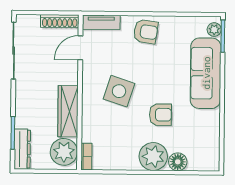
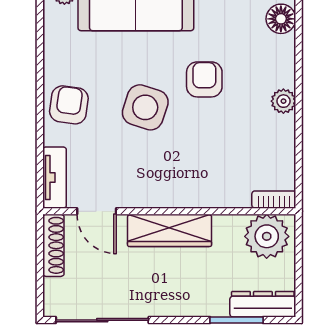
side table: (119, 91) -> (145, 107), moved
wardrobe: (68, 111) -> (170, 230), moved
plant: (153, 156) -> (283, 101), width x0.53, depth x0.53
floor lamp: (178, 162) -> (281, 19), moved

